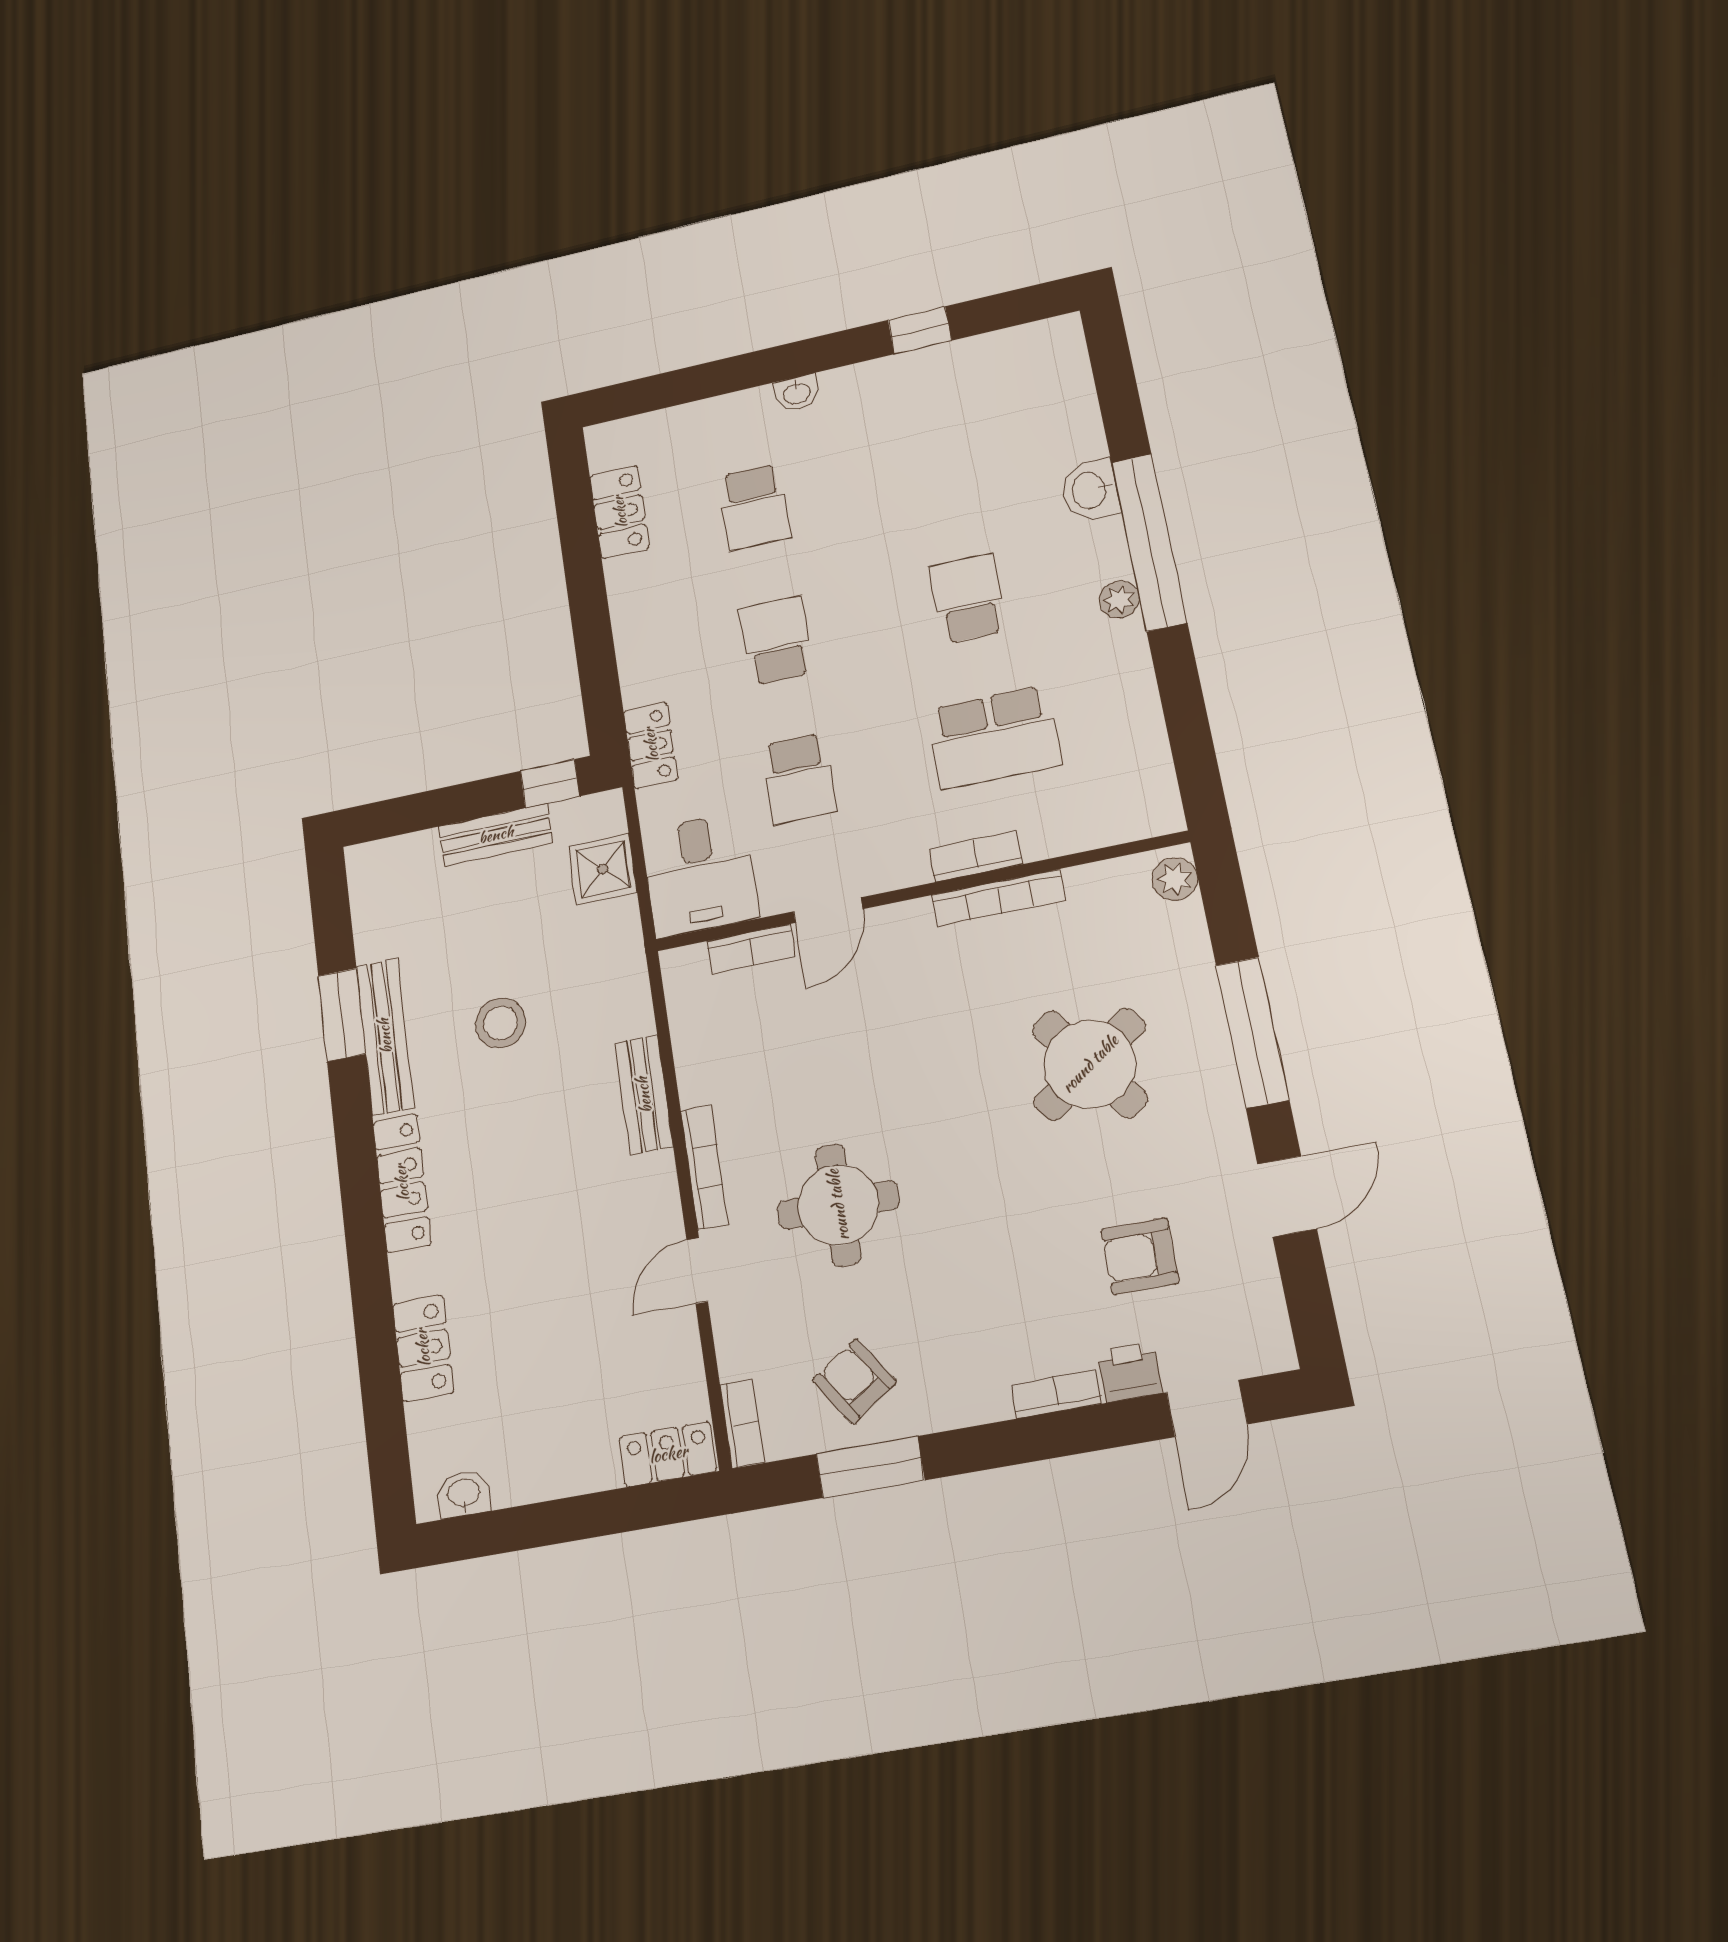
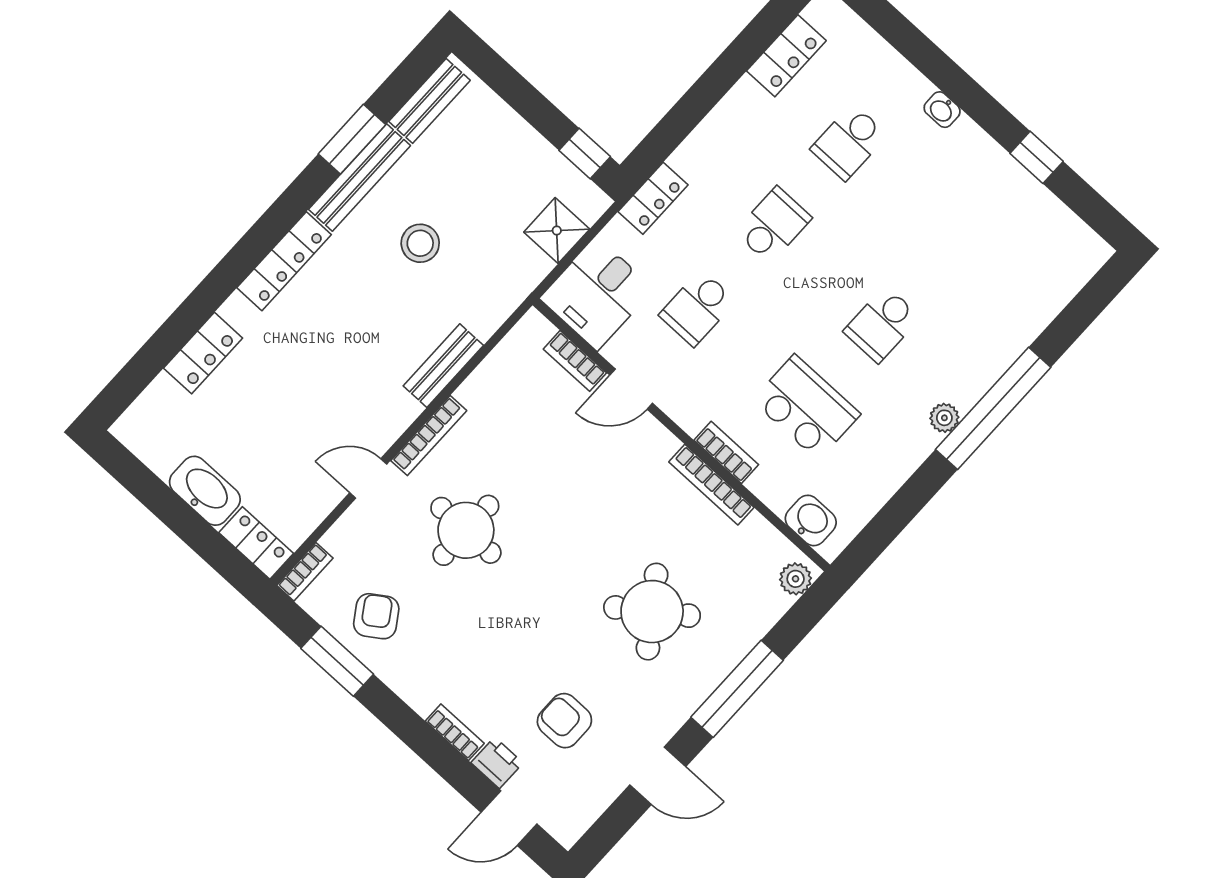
washbasin: (1090, 490) -> (811, 520), moved, turned 90
school desk: (968, 598) -> (882, 324), turned 180
school desk: (994, 737) -> (806, 407), turned 180
bench: (496, 835) -> (429, 101), moved, turned 90
washbasin: (464, 1494) -> (205, 491), moved, width x1.91, depth x1.45

